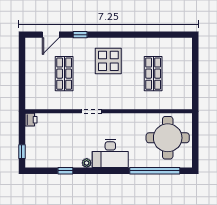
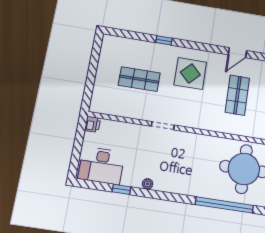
door: (51, 35) -> (237, 53), moved
shop shelf: (64, 74) -> (139, 79), turned 90
window: (22, 152) -> (75, 159), removed
desk: (110, 154) -> (101, 166), moved

